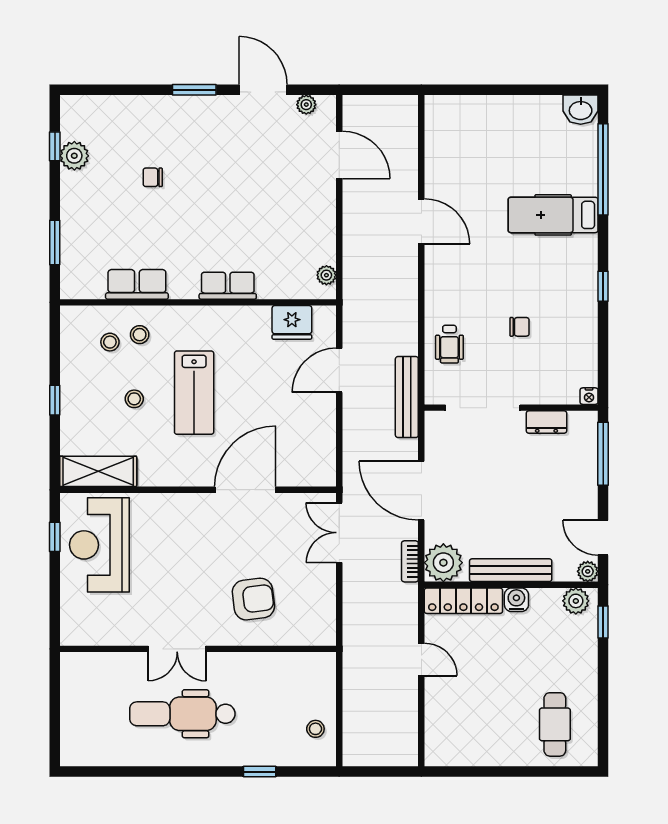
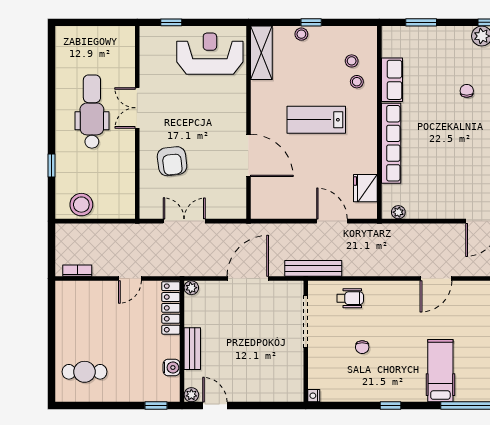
row of seats: (228, 286) -> (391, 143), width x2.02
wheelchair: (449, 344) -> (350, 298), turned 180
stool: (134, 399) -> (301, 34), moved
dresser: (546, 422) -> (296, 366), removed
window: (603, 454) -> (274, 405), removed
double door: (339, 533) -> (184, 221), moved
window: (55, 537) -> (171, 22), moved
door: (603, 538) -> (215, 405), hinge flipped
bookcase: (410, 561) -> (77, 271), moved
plant: (443, 563) -> (191, 288), width x0.53, depth x0.53
bench: (511, 570) -> (192, 349), width x0.73
water cooler: (516, 600) -> (172, 368), moved
plant: (576, 601) -> (171, 386), removed
stool: (315, 729) -> (81, 205), width x1.89, depth x1.89

